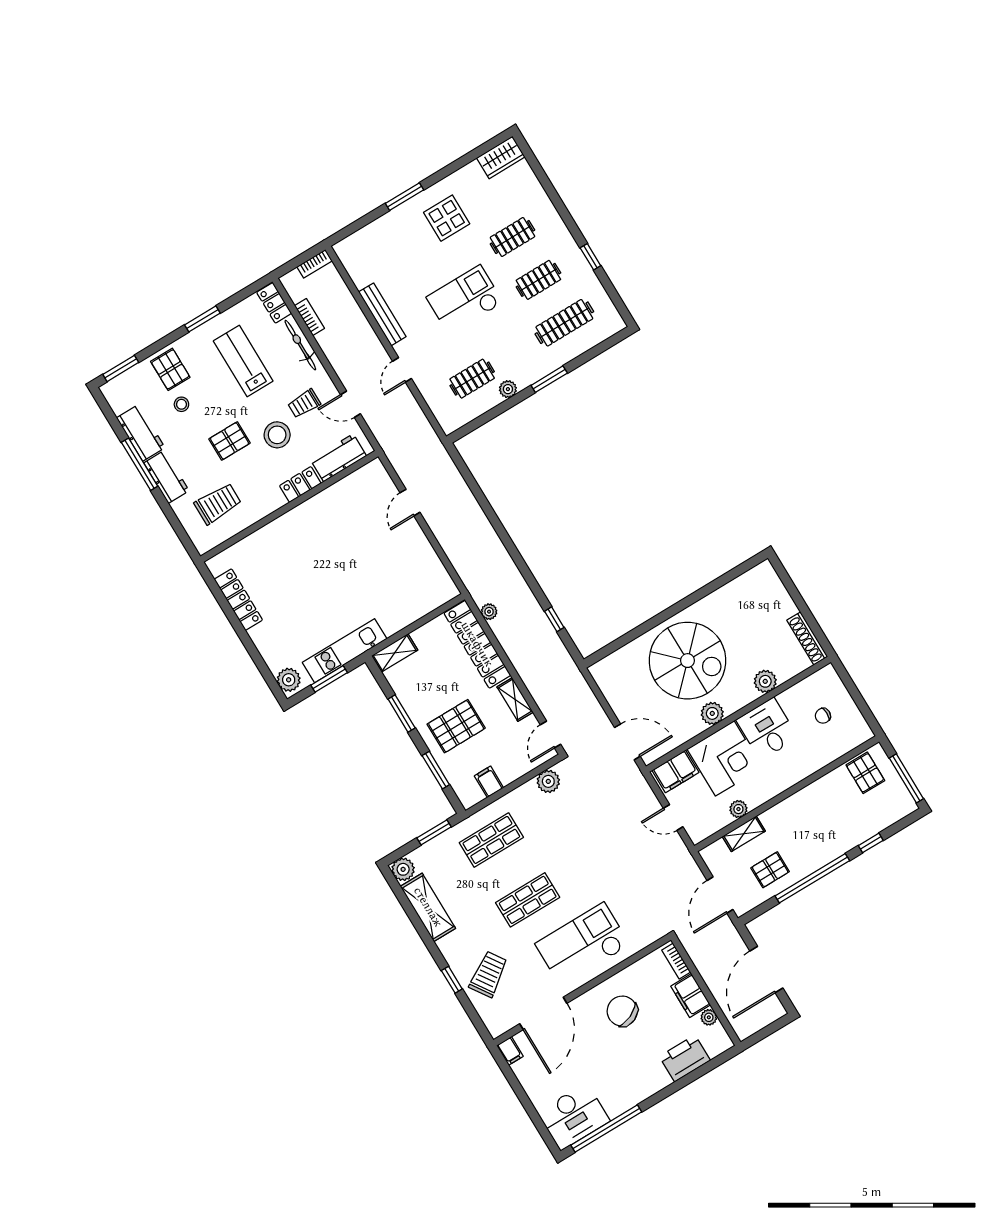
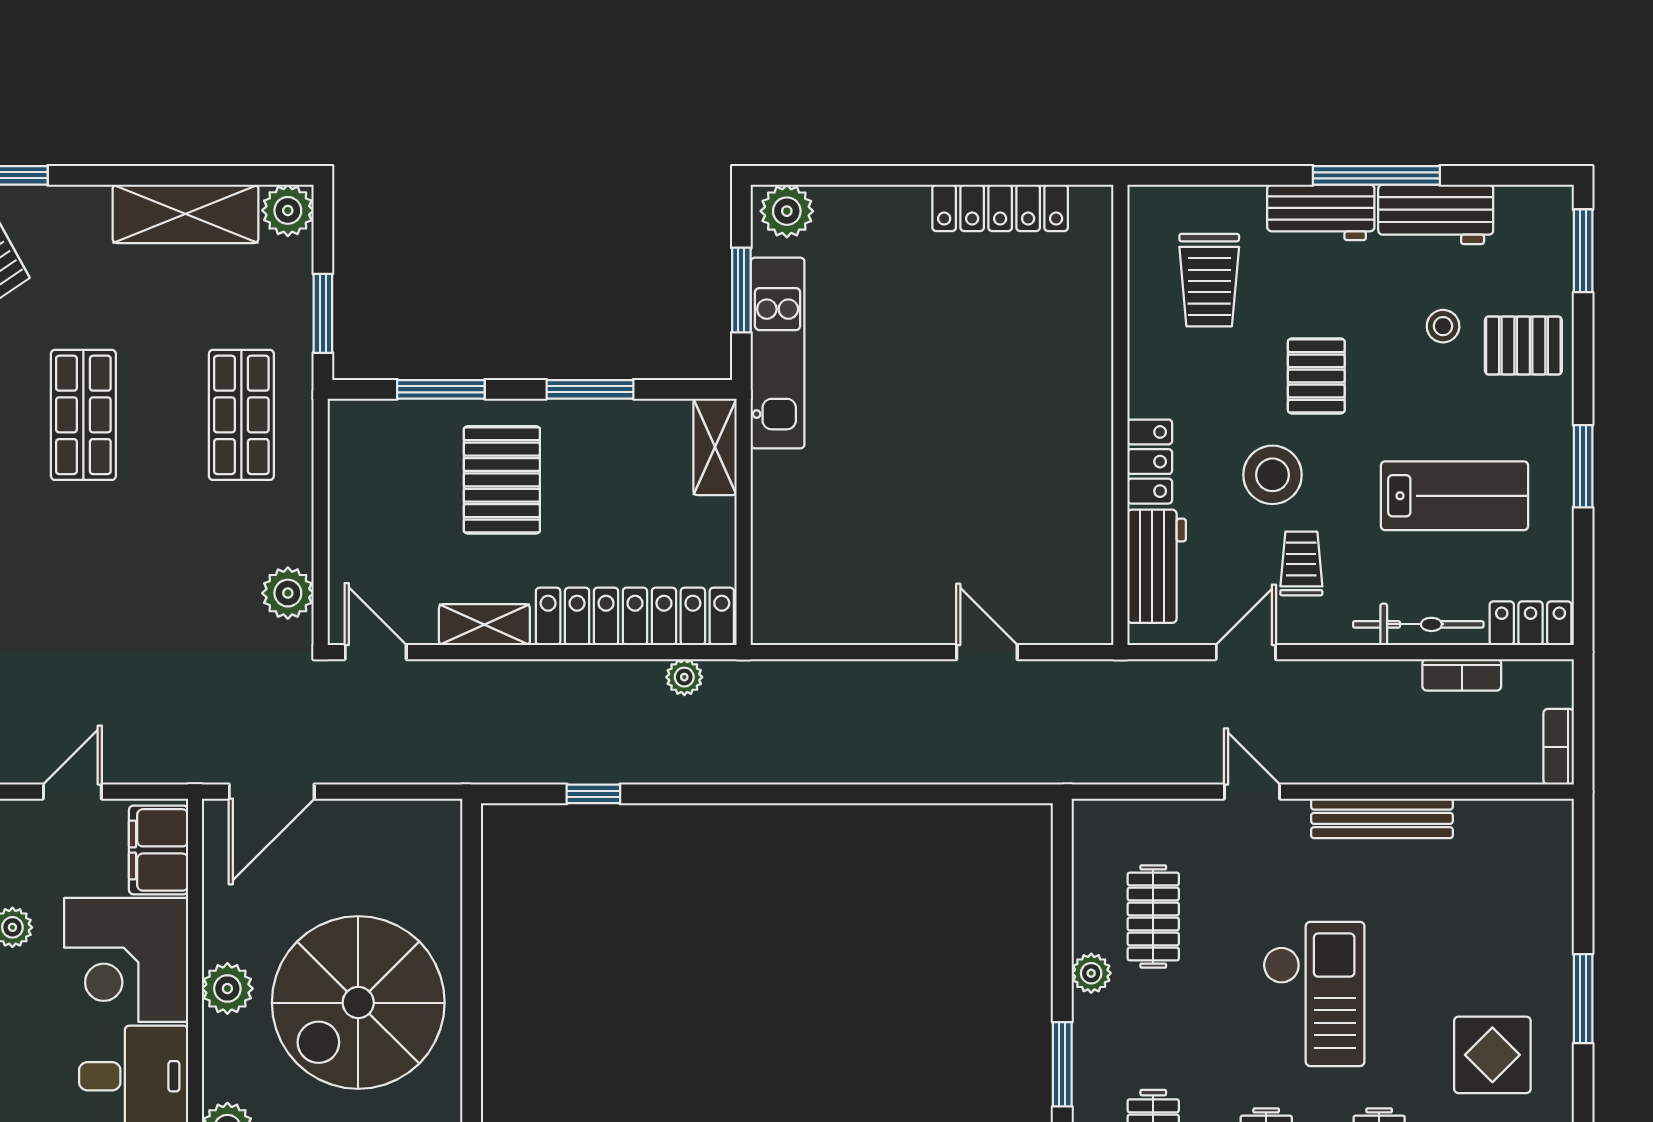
filing cabinet: (489, 782) -> (356, 478), removed

